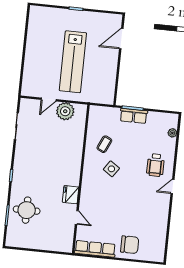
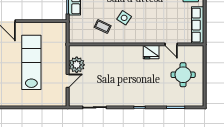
lab bench: (73, 62) -> (31, 62), turned -90
door: (49, 99) -> (68, 81), hinge flipped
round table: (27, 210) -> (183, 75), moved
door: (77, 218) -> (171, 44), swing flipped

